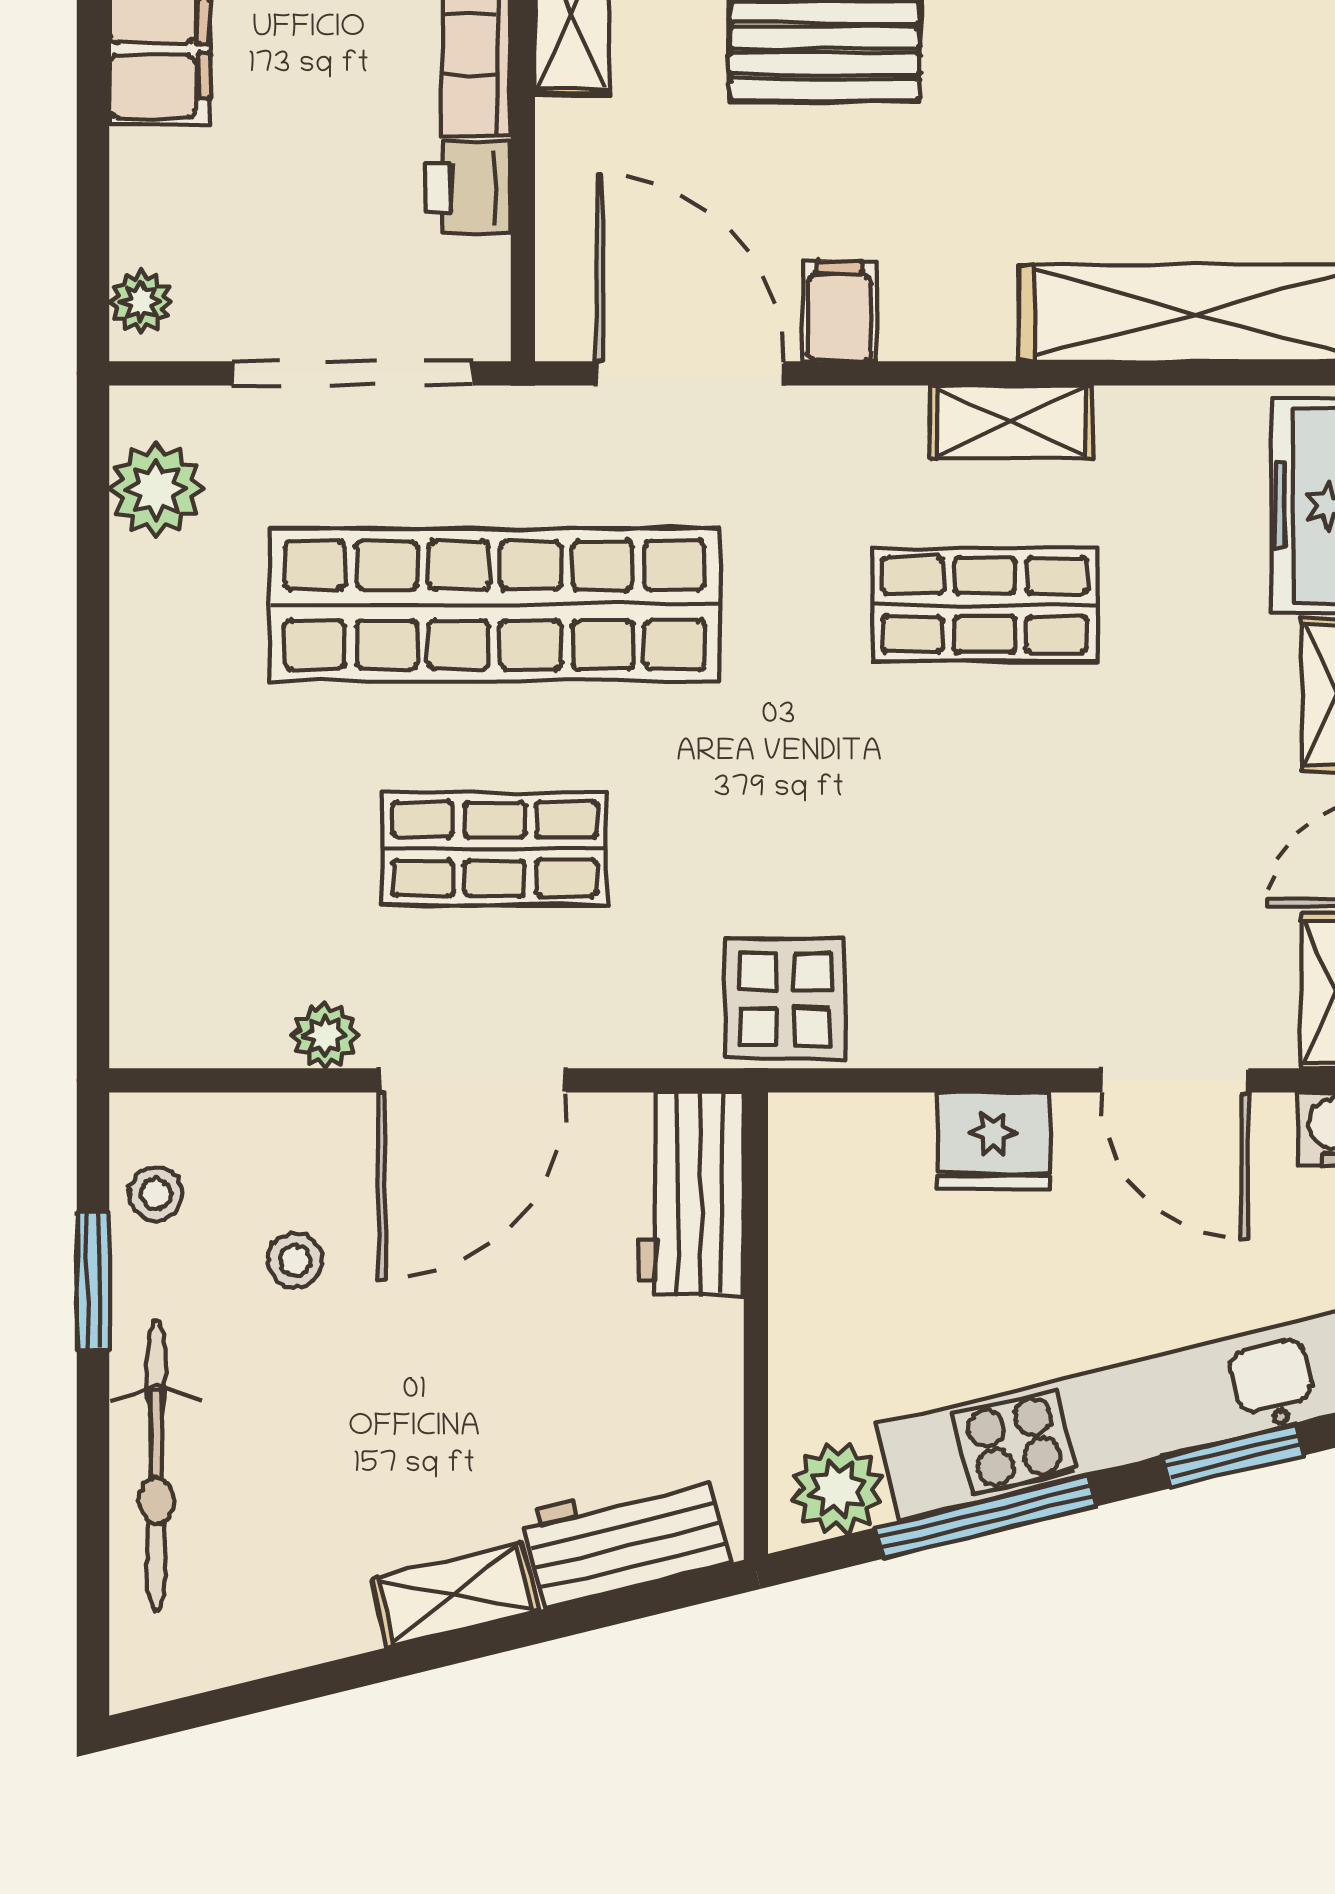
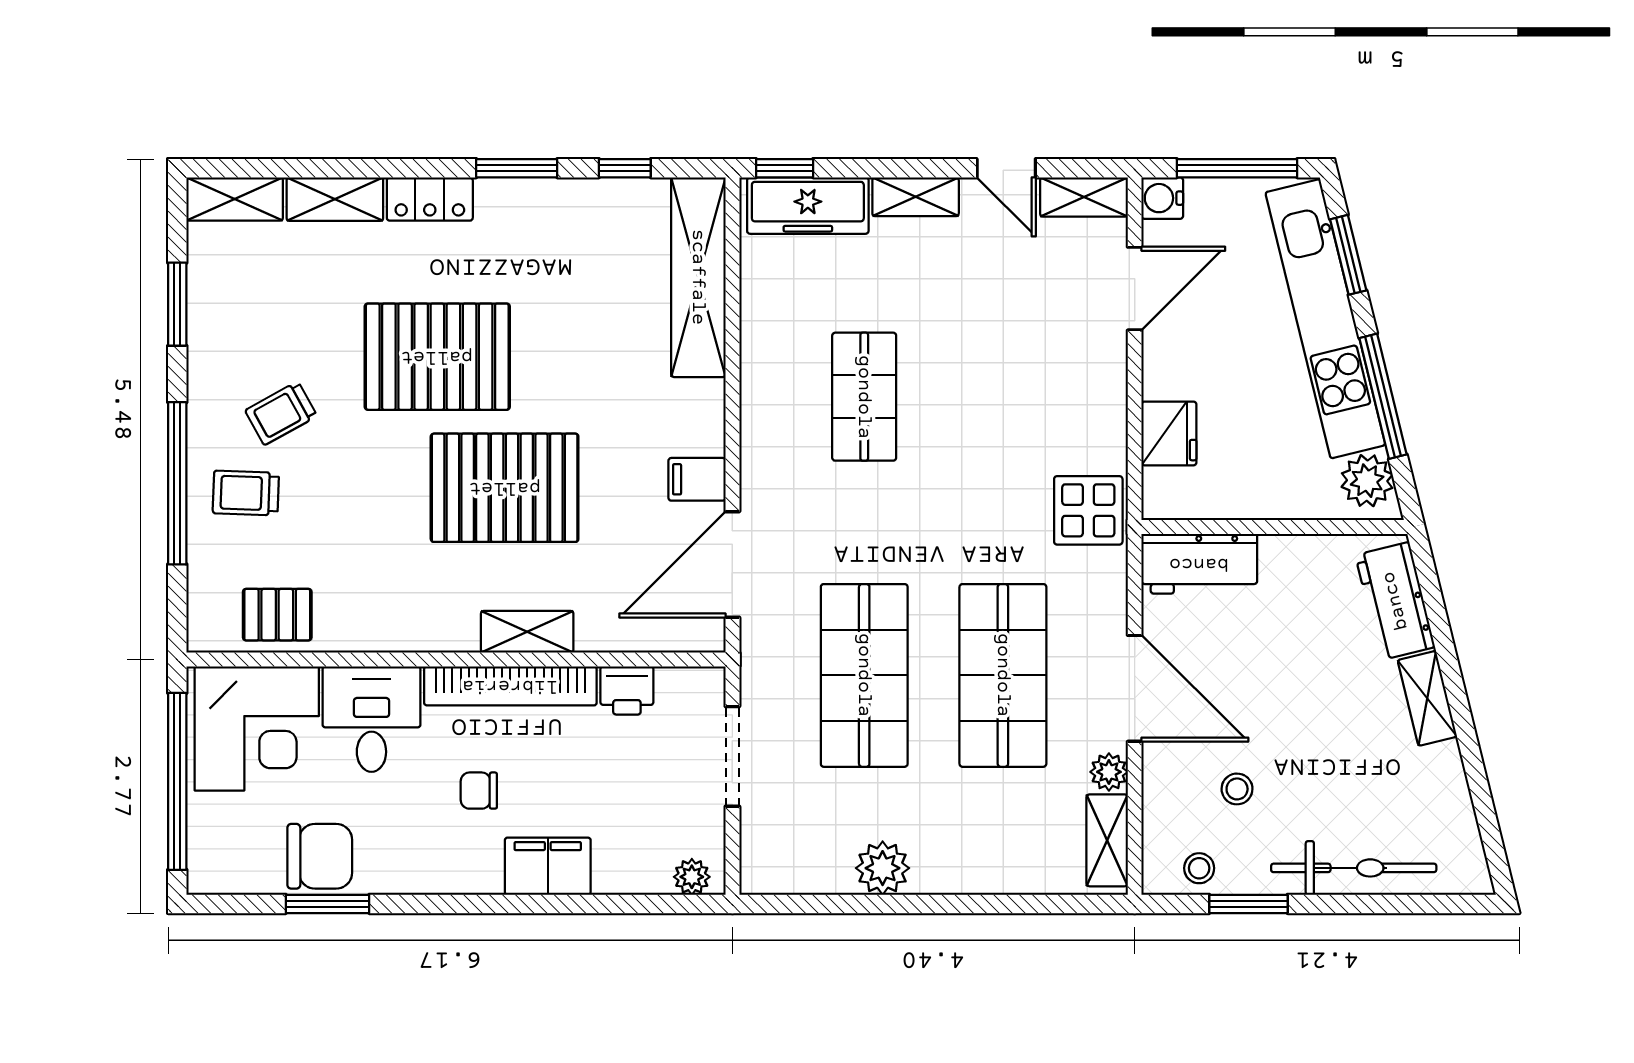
doorway: (352, 373) -> (732, 756), width x0.73
shelving: (1011, 422) -> (1107, 840), moved
plant: (156, 489) -> (883, 868), moved
shop shelf: (495, 605) -> (864, 675), width x0.71
shop shelf: (495, 849) -> (1003, 675), width x1.43, depth x1.36
fridge: (993, 1141) -> (1169, 433), moved

